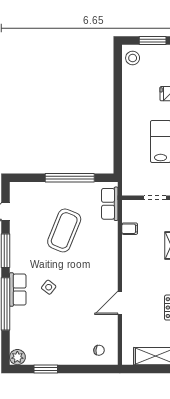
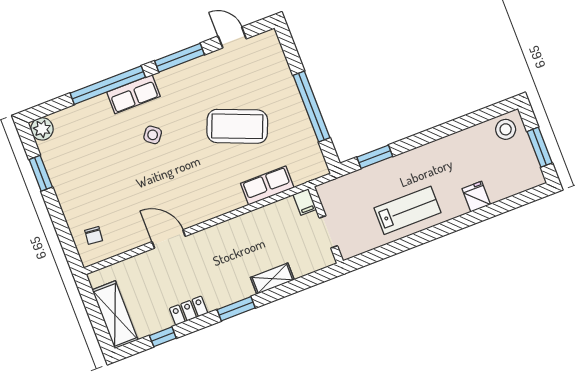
window: (118, 149) -> (375, 157), added
row of seats: (110, 204) -> (267, 185), moved
filing cabinet: (130, 229) -> (305, 202), moved

